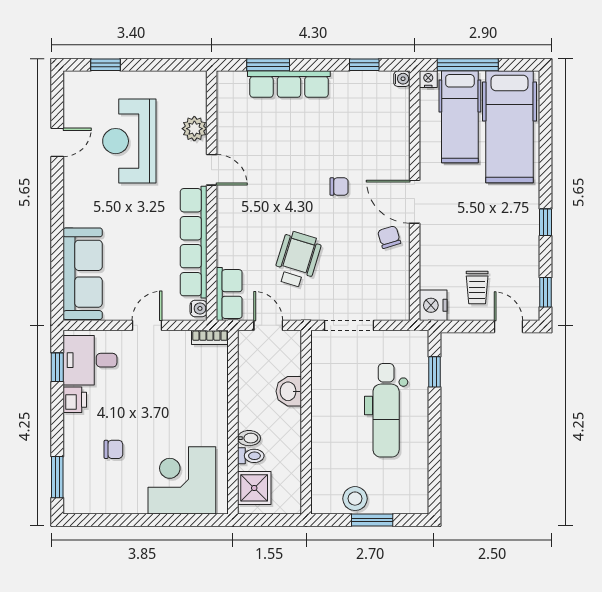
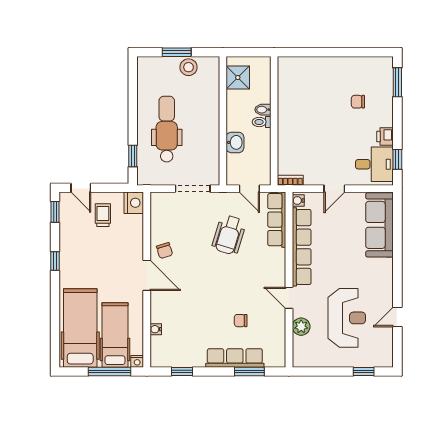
water cooler: (402, 79) -> (156, 329), moved
chair: (339, 186) -> (241, 321), moved
row of seats: (229, 294) -> (277, 220), width x1.48
toilet: (251, 456) -> (262, 122), moved
corner desk: (182, 480) -> (310, 80), removed
shower: (254, 488) -> (238, 78), moved

